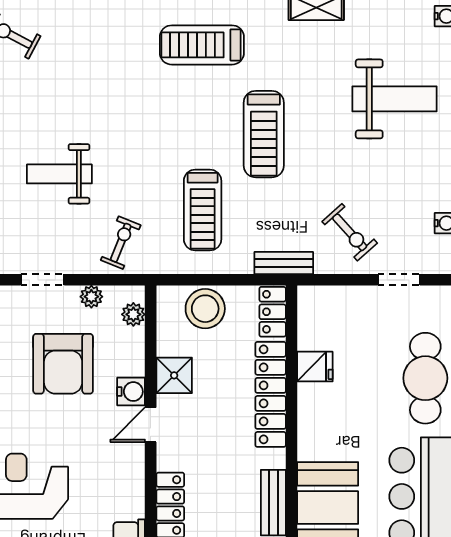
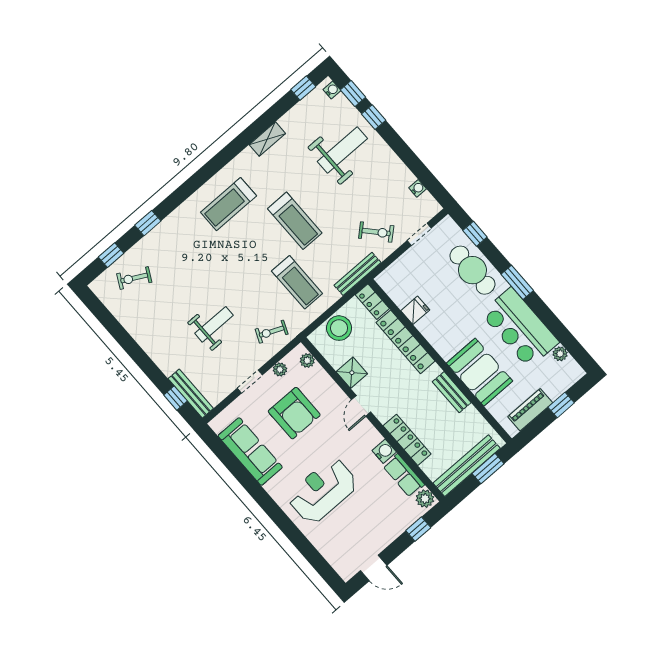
weight bench: (59, 174) -> (214, 324), turned 180
exercise bike: (121, 243) -> (272, 332), turned -89
bench: (284, 263) -> (358, 274), width x1.36
water cooler: (131, 392) -> (384, 451), moved

